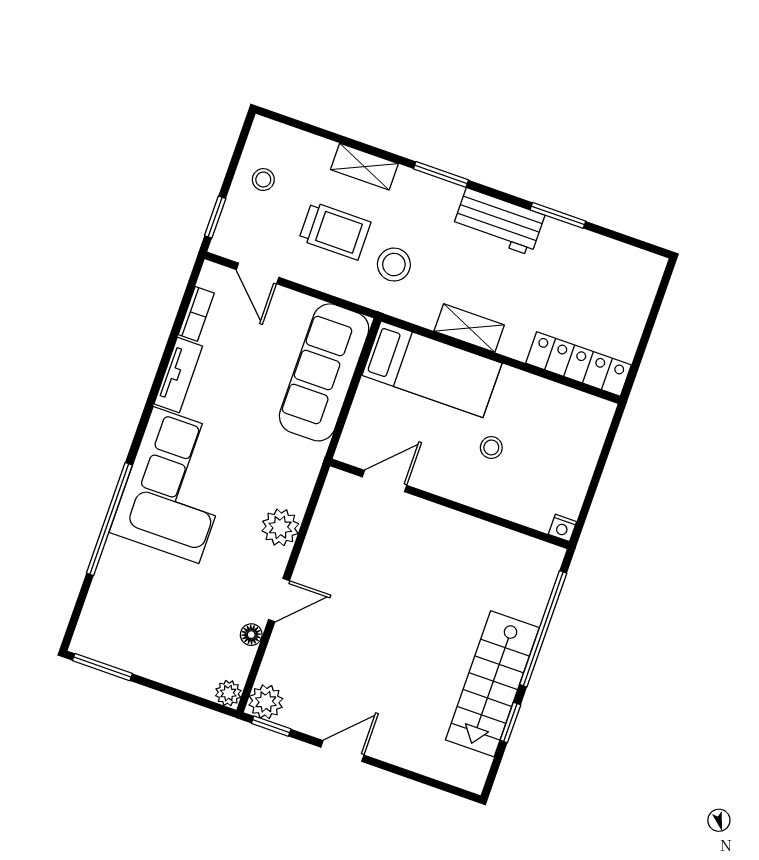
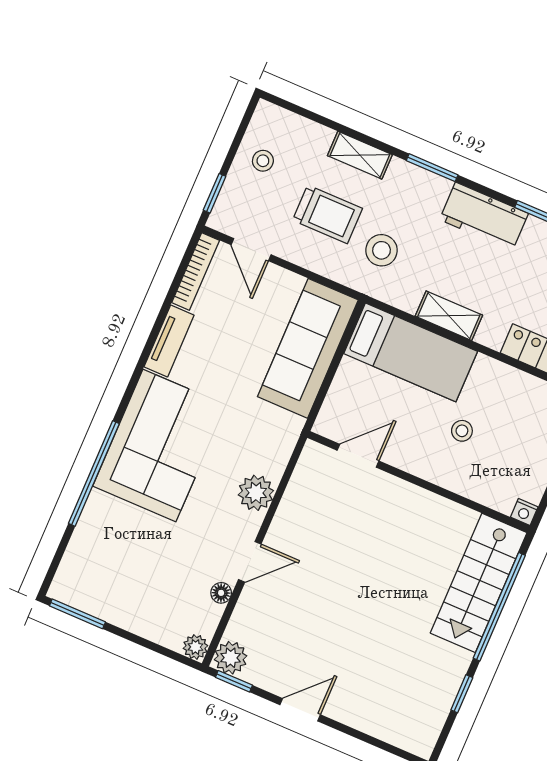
bookcase: (196, 314) -> (196, 271), width x1.56
stairs: (492, 684) -> (479, 583), moved

